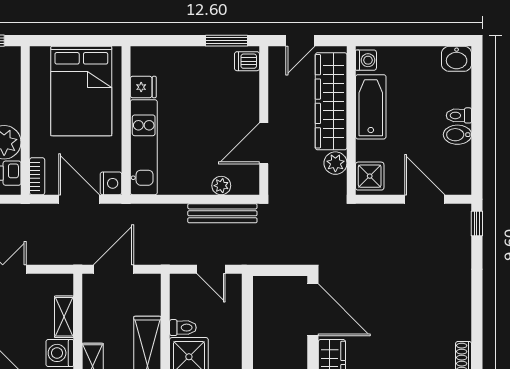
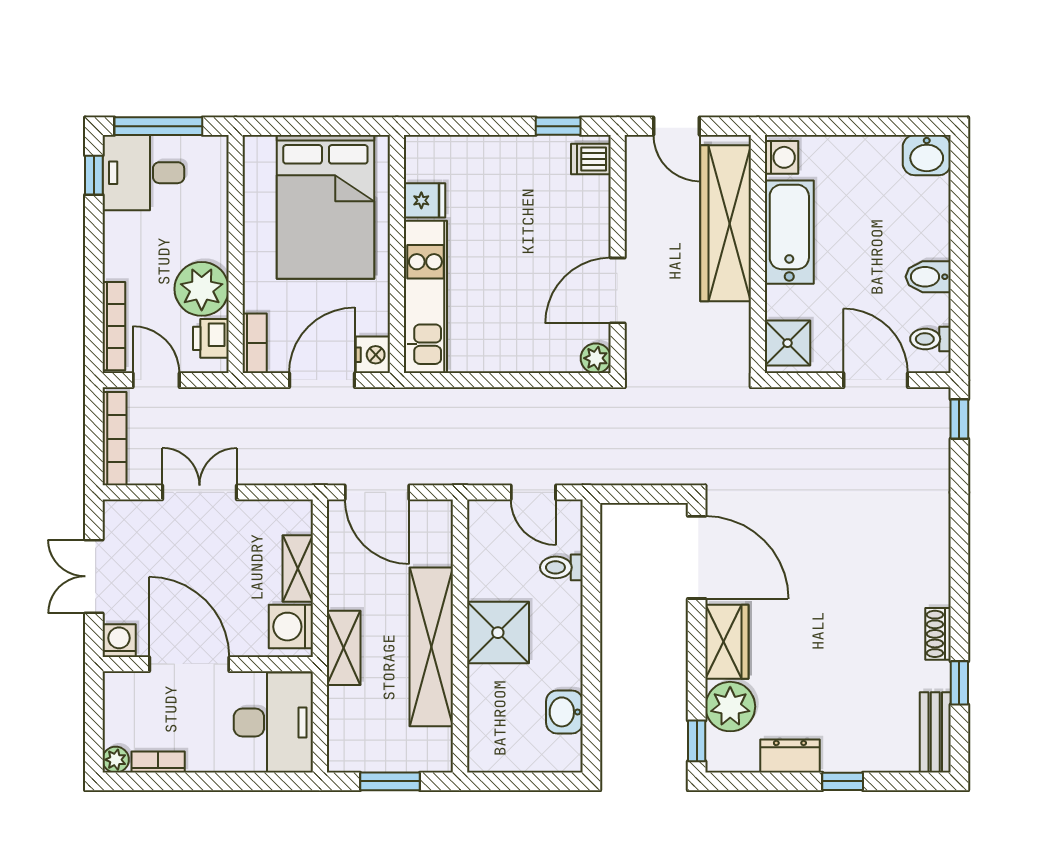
window: (226, 41) -> (558, 126), width x0.67
door: (300, 41) -> (676, 126), hinge flipped
toilet: (459, 115) -> (930, 339), moved
plant: (335, 163) -> (733, 322), removed
plant: (221, 186) -> (596, 358), moved
door: (79, 199) -> (322, 380), hinge flipped
bench: (222, 213) -> (552, 403), removed
door: (114, 269) -> (377, 492), swing flipped
toilet: (183, 328) -> (561, 567), moved, turned 180

